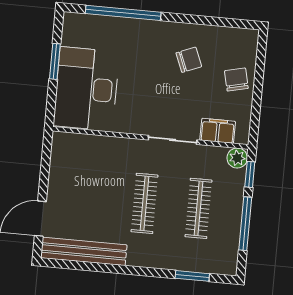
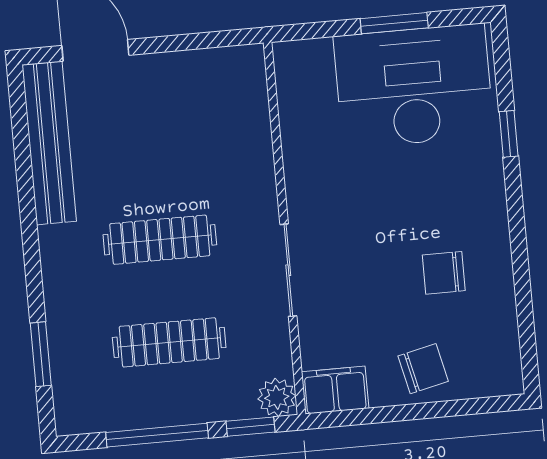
window: (123, 13) -> (509, 134), width x0.32
chair: (189, 60) -> (444, 273), turned 112
desk: (86, 89) -> (414, 86), moved
filing cabinet: (218, 131) -> (335, 390), moved, turned -90

